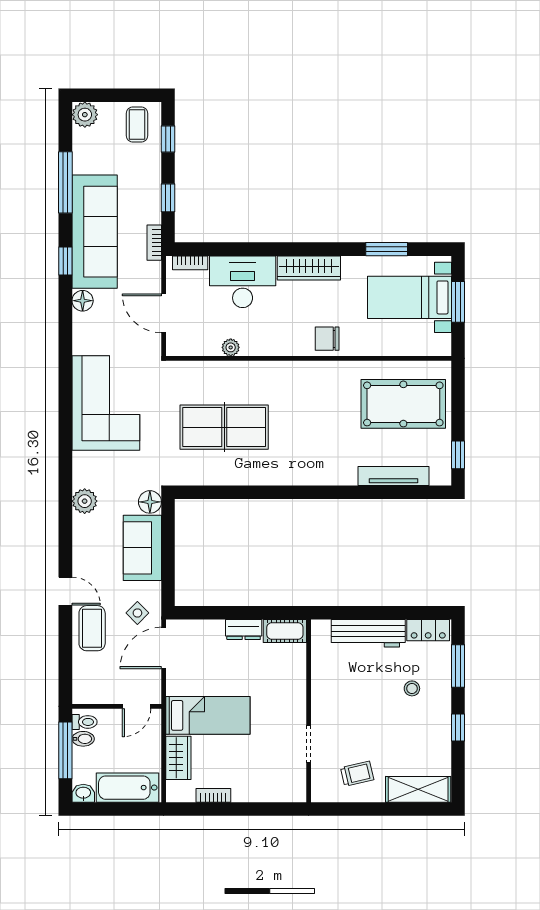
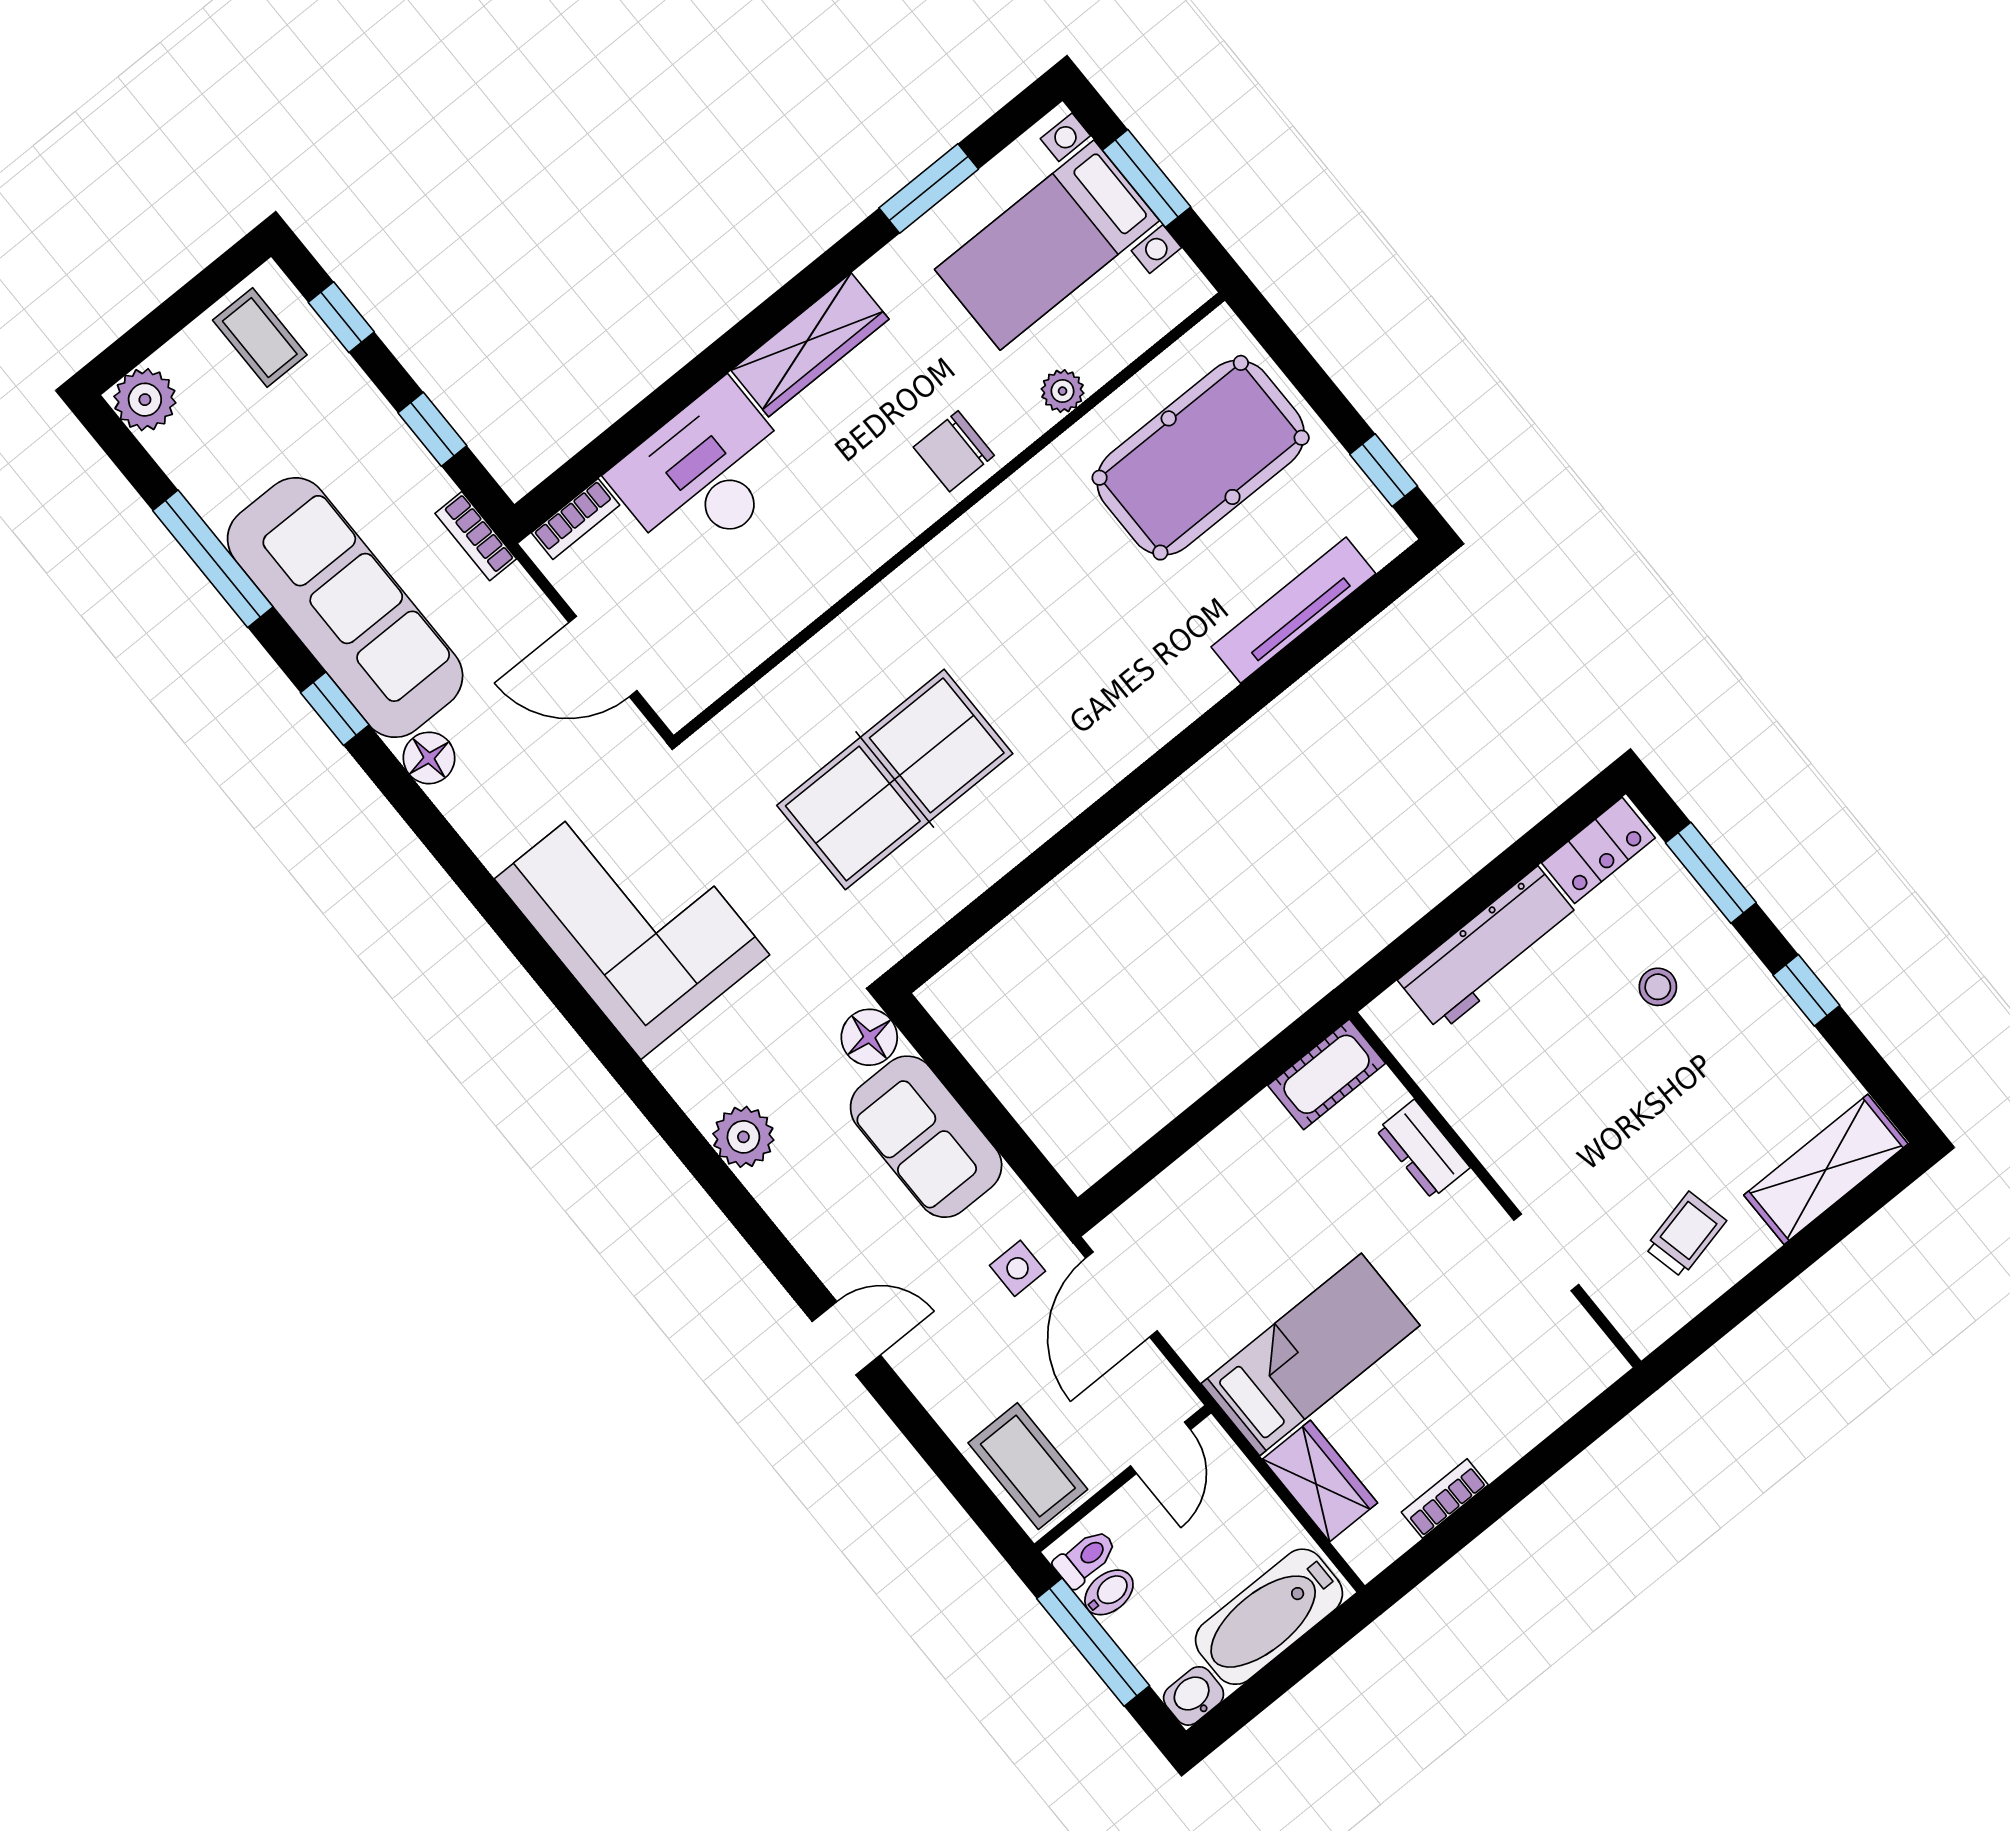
plant: (231, 347) -> (1063, 391), moved
side table: (137, 613) -> (1018, 1268), turned 45
coffee table: (92, 628) -> (1028, 1466), moved
dresser: (244, 630) -> (1423, 1149), moved, turned 90

